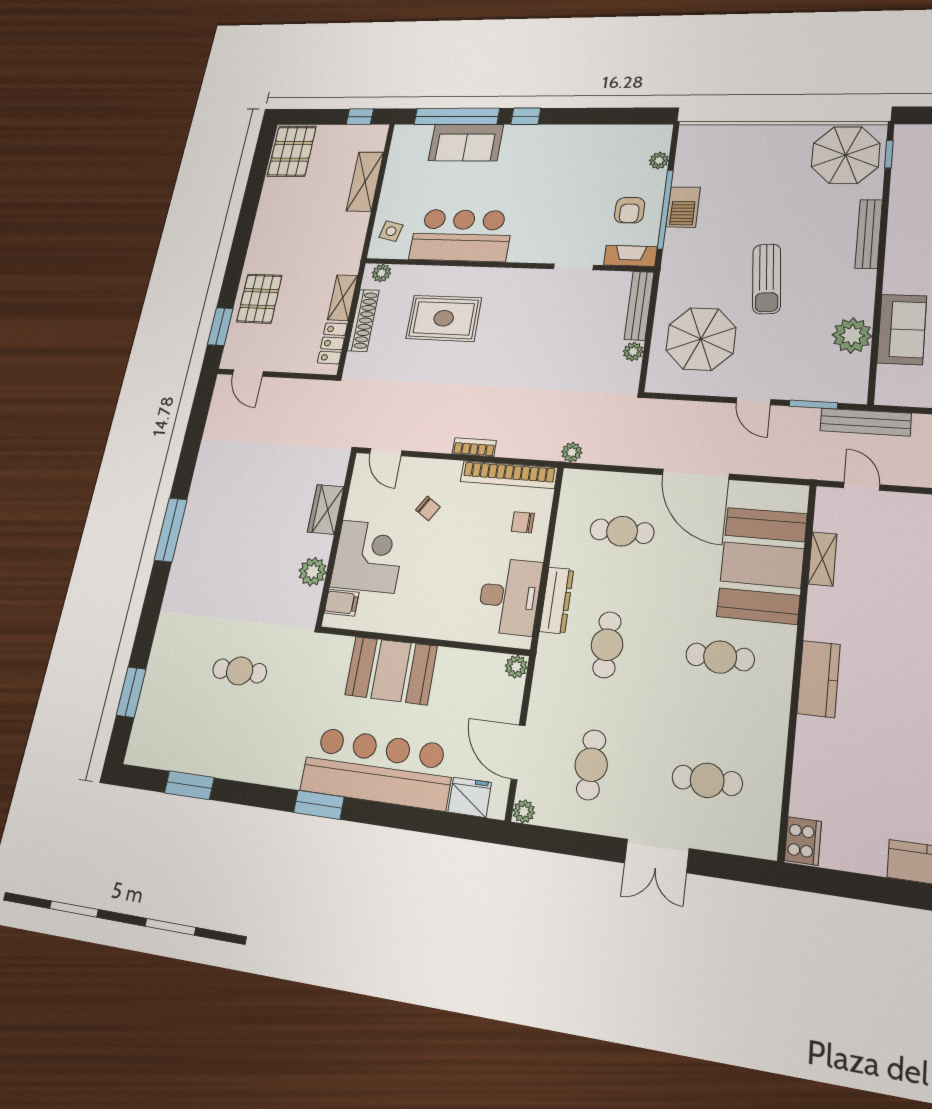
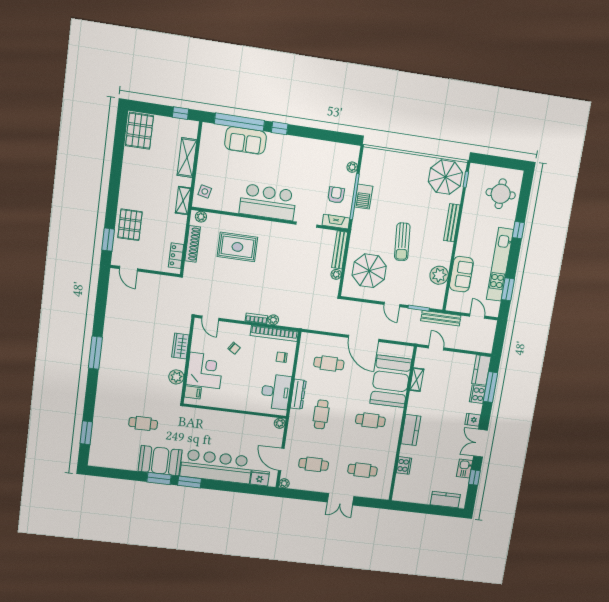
armchair: (630, 210) -> (336, 195), turned 180
bar counter: (461, 235) -> (268, 202), moved
shelving: (343, 298) -> (183, 201), moved
plant: (572, 452) -> (273, 320), moved
booth: (391, 670) -> (160, 461), moved
cafe table: (591, 765) -> (314, 464), turned 90
window: (189, 785) -> (159, 479), moved
cooker: (803, 841) -> (404, 465), moved

